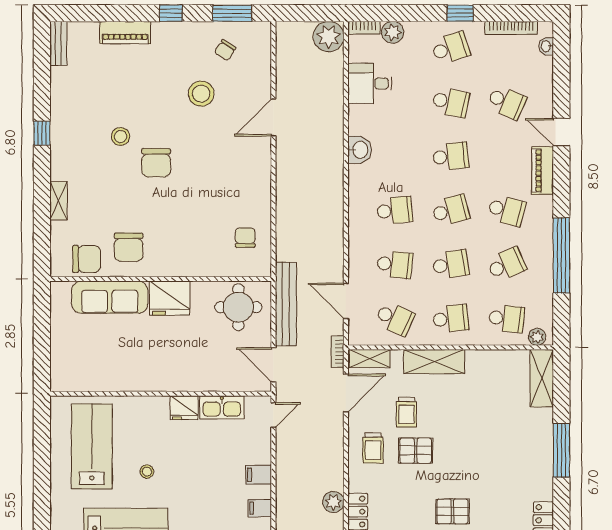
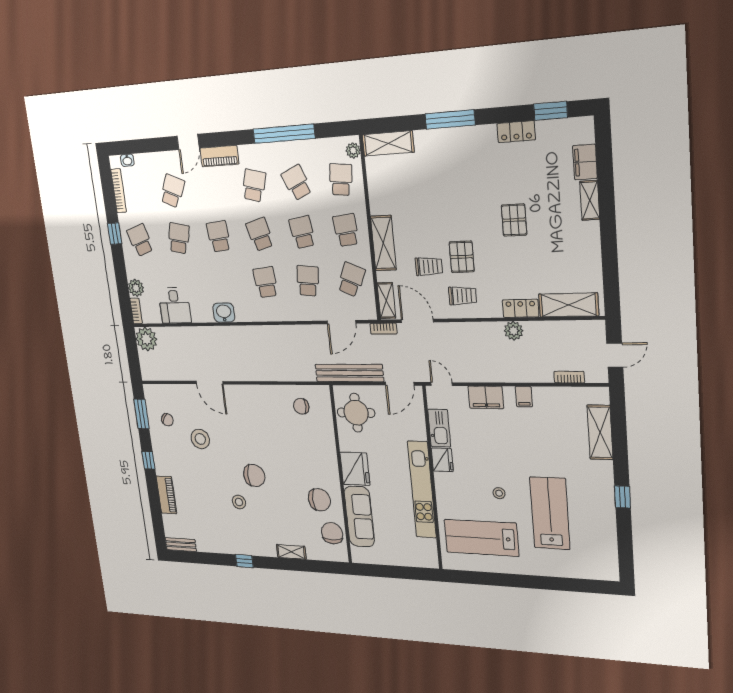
kitchen unit: (147, 380) -> (422, 490), added
filing cabinet: (259, 475) -> (486, 397), width x2.00

